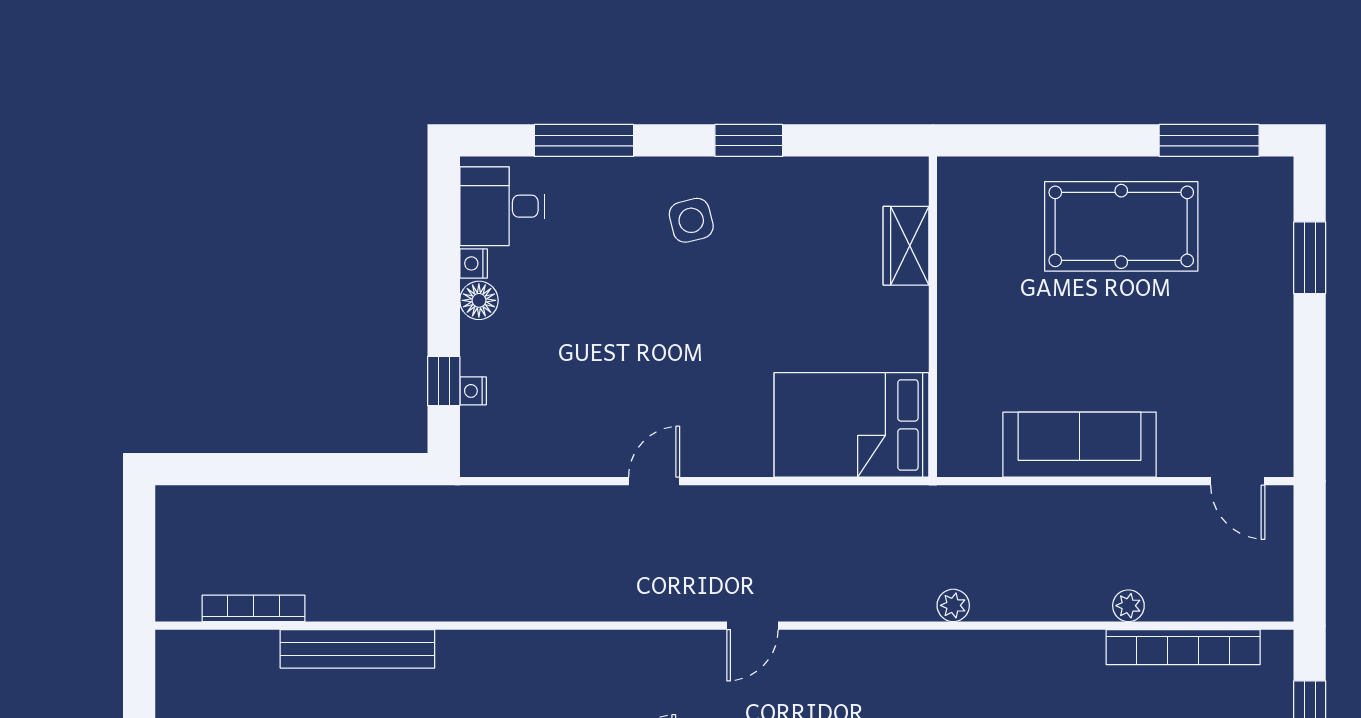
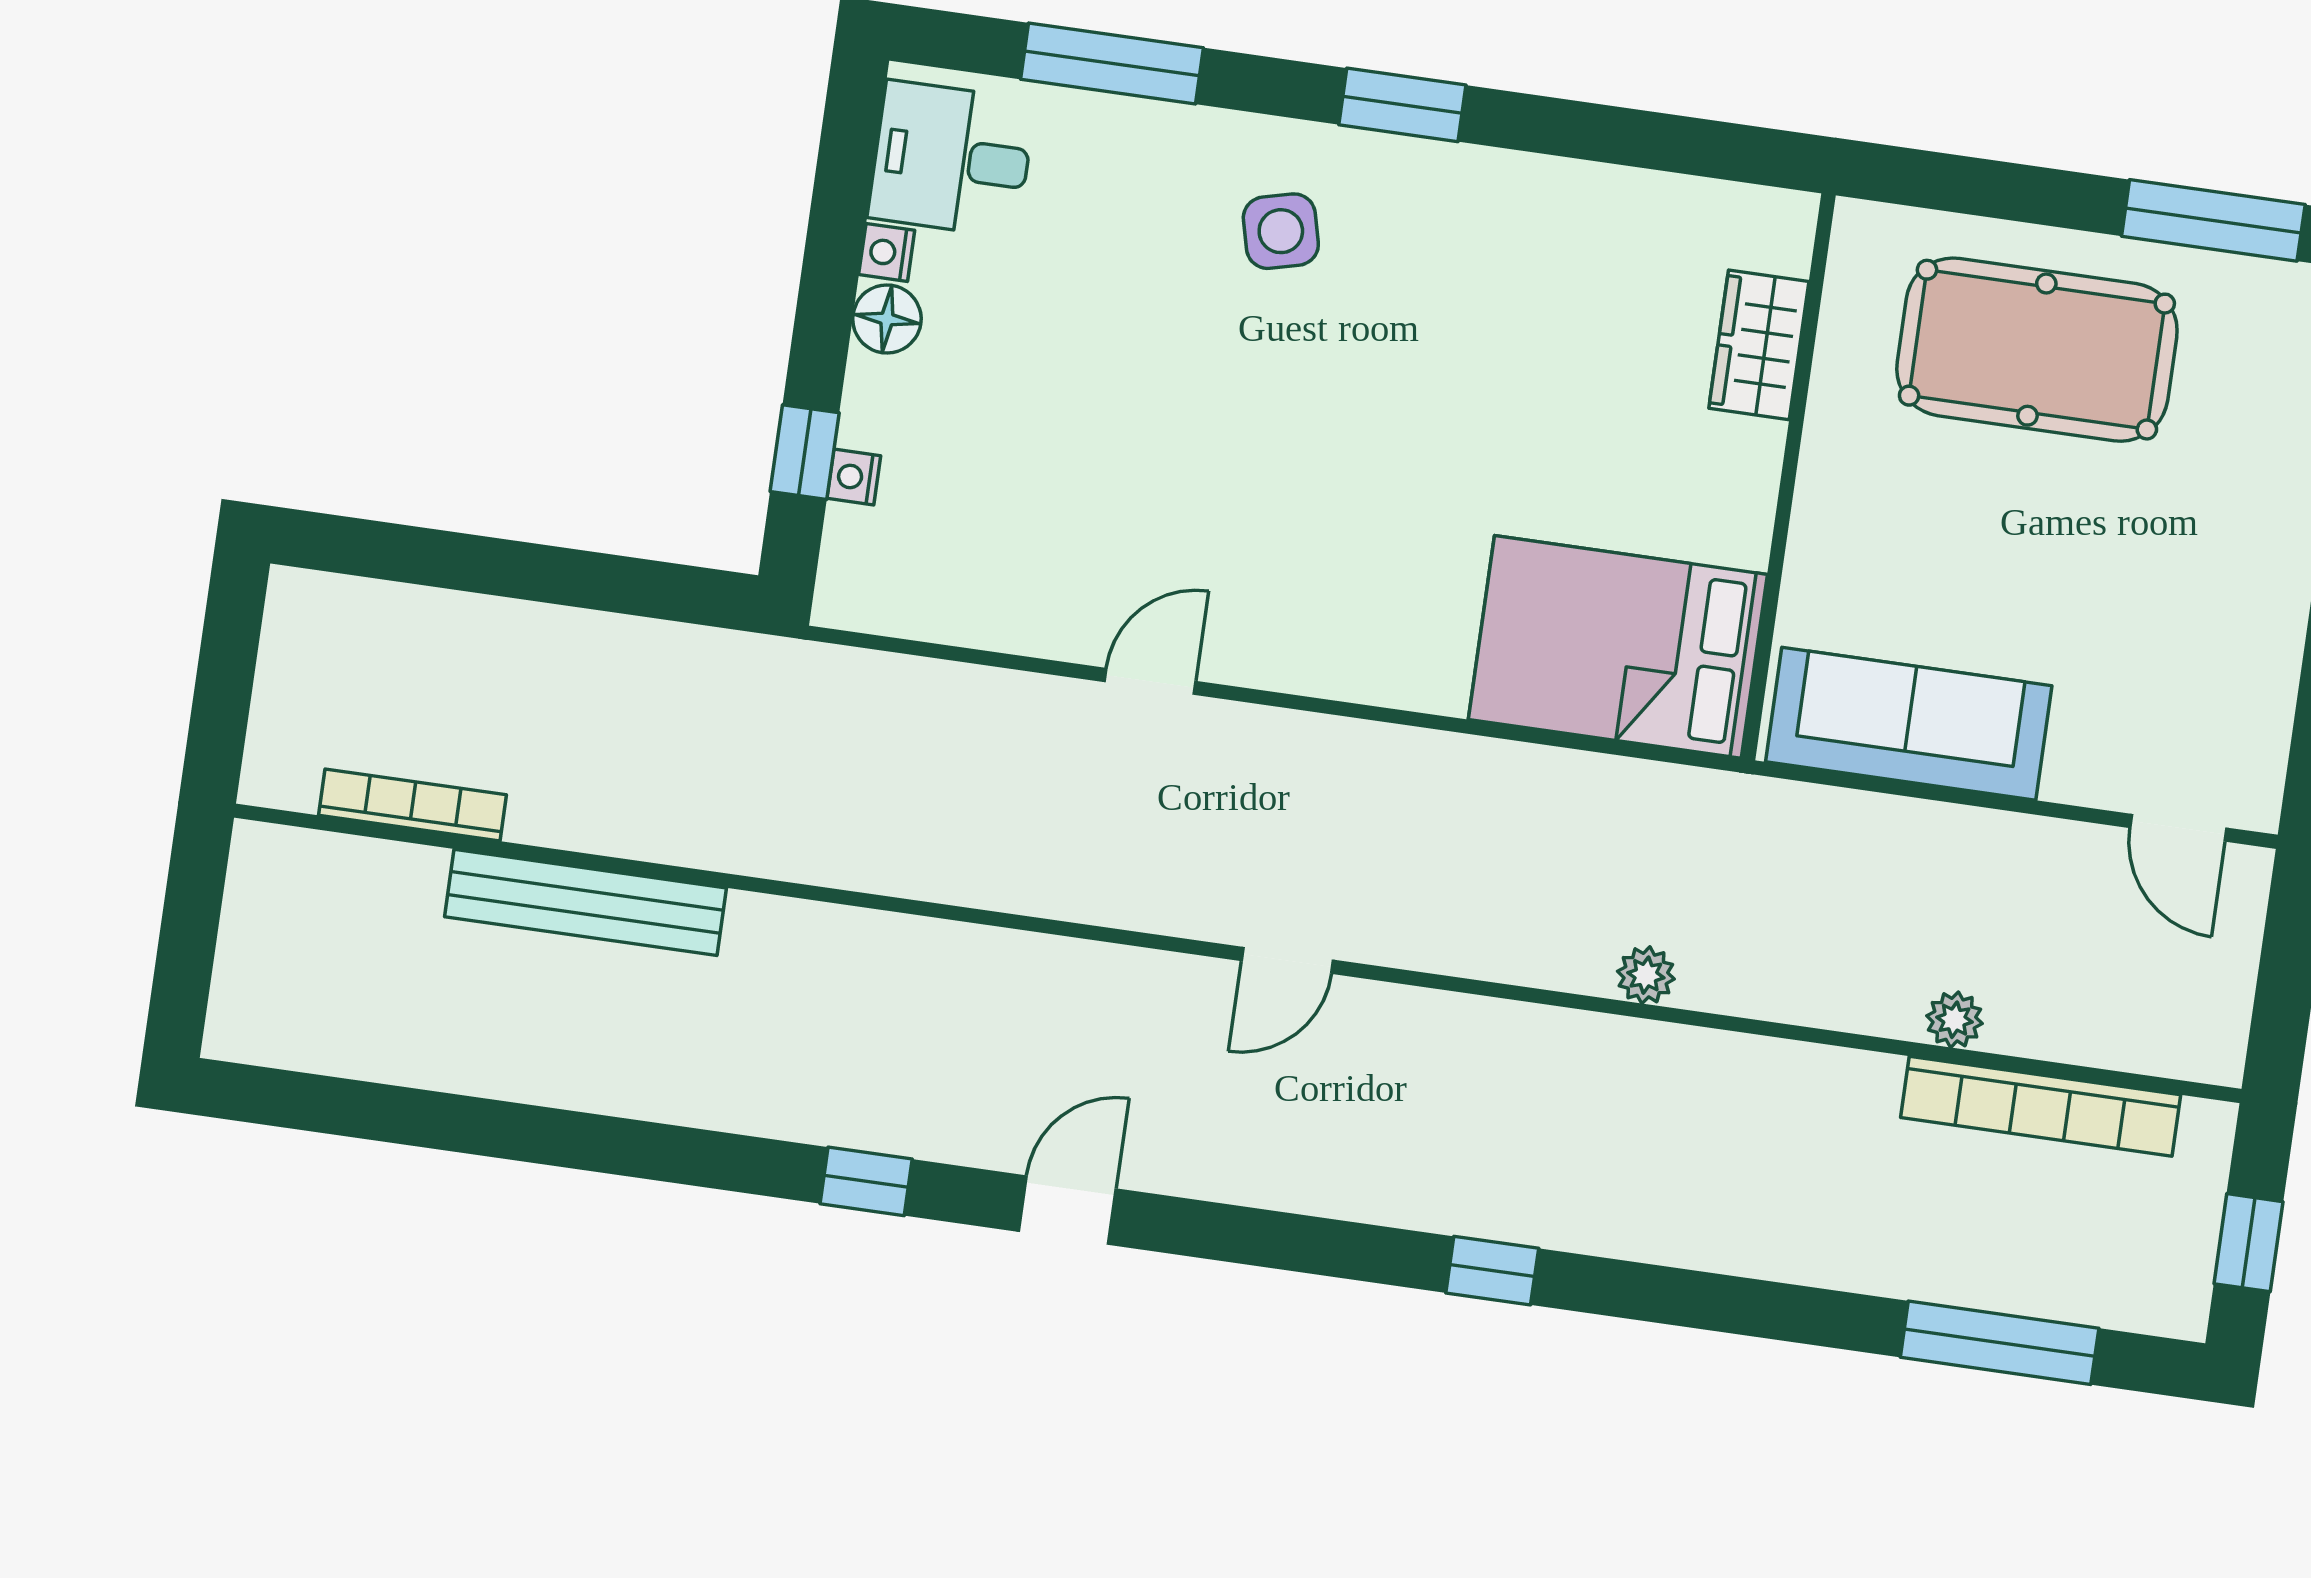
wardrobe: (906, 246) -> (1759, 345), moved
wall: (933, 317) -> (1788, 477), moved
bed: (851, 425) -> (1618, 647), moved

